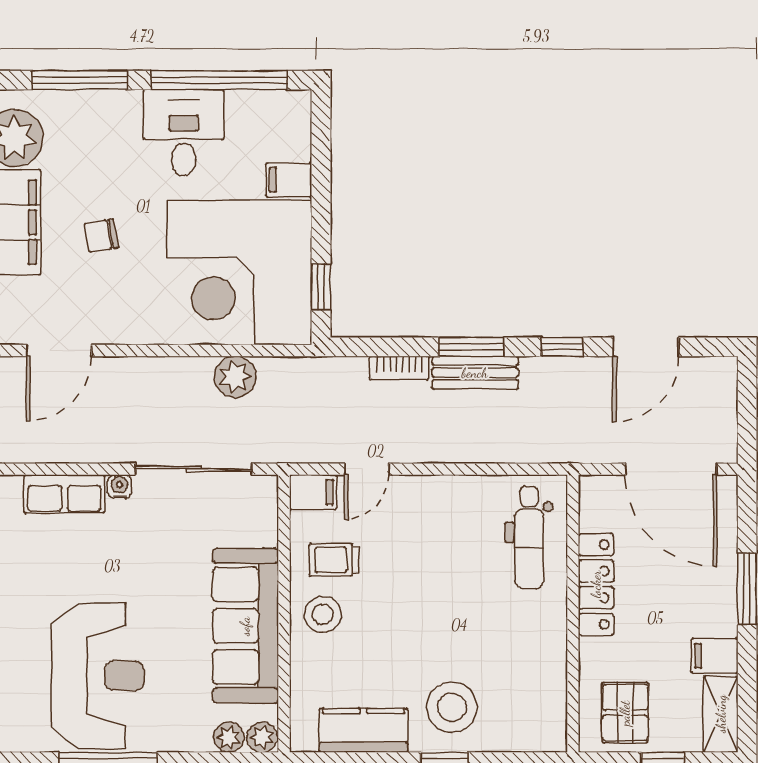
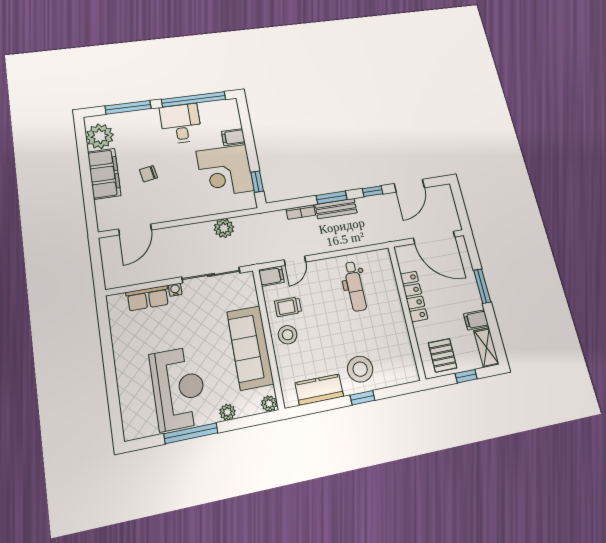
corner desk: (240, 272) -> (225, 171), width x0.74, depth x0.74
dental chair: (529, 538) -> (355, 286), moved
plant: (229, 737) -> (227, 412), moved

